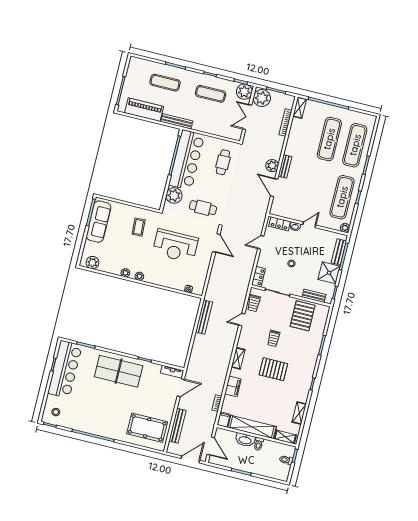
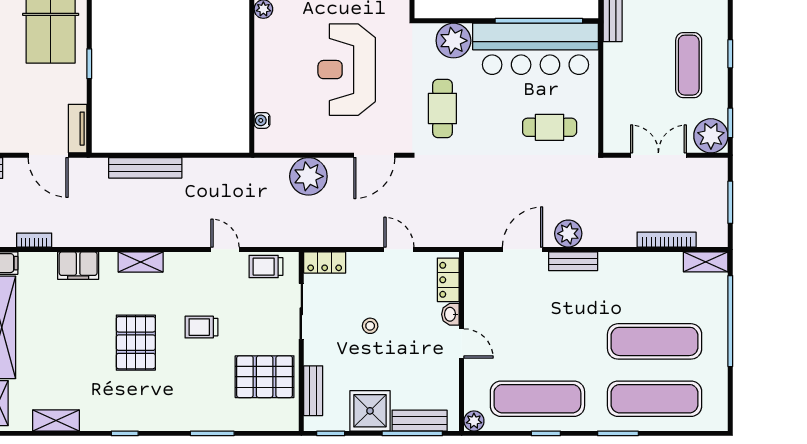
plant: (262, 98) -> (308, 176), moved
bench: (204, 317) -> (145, 168), moved

